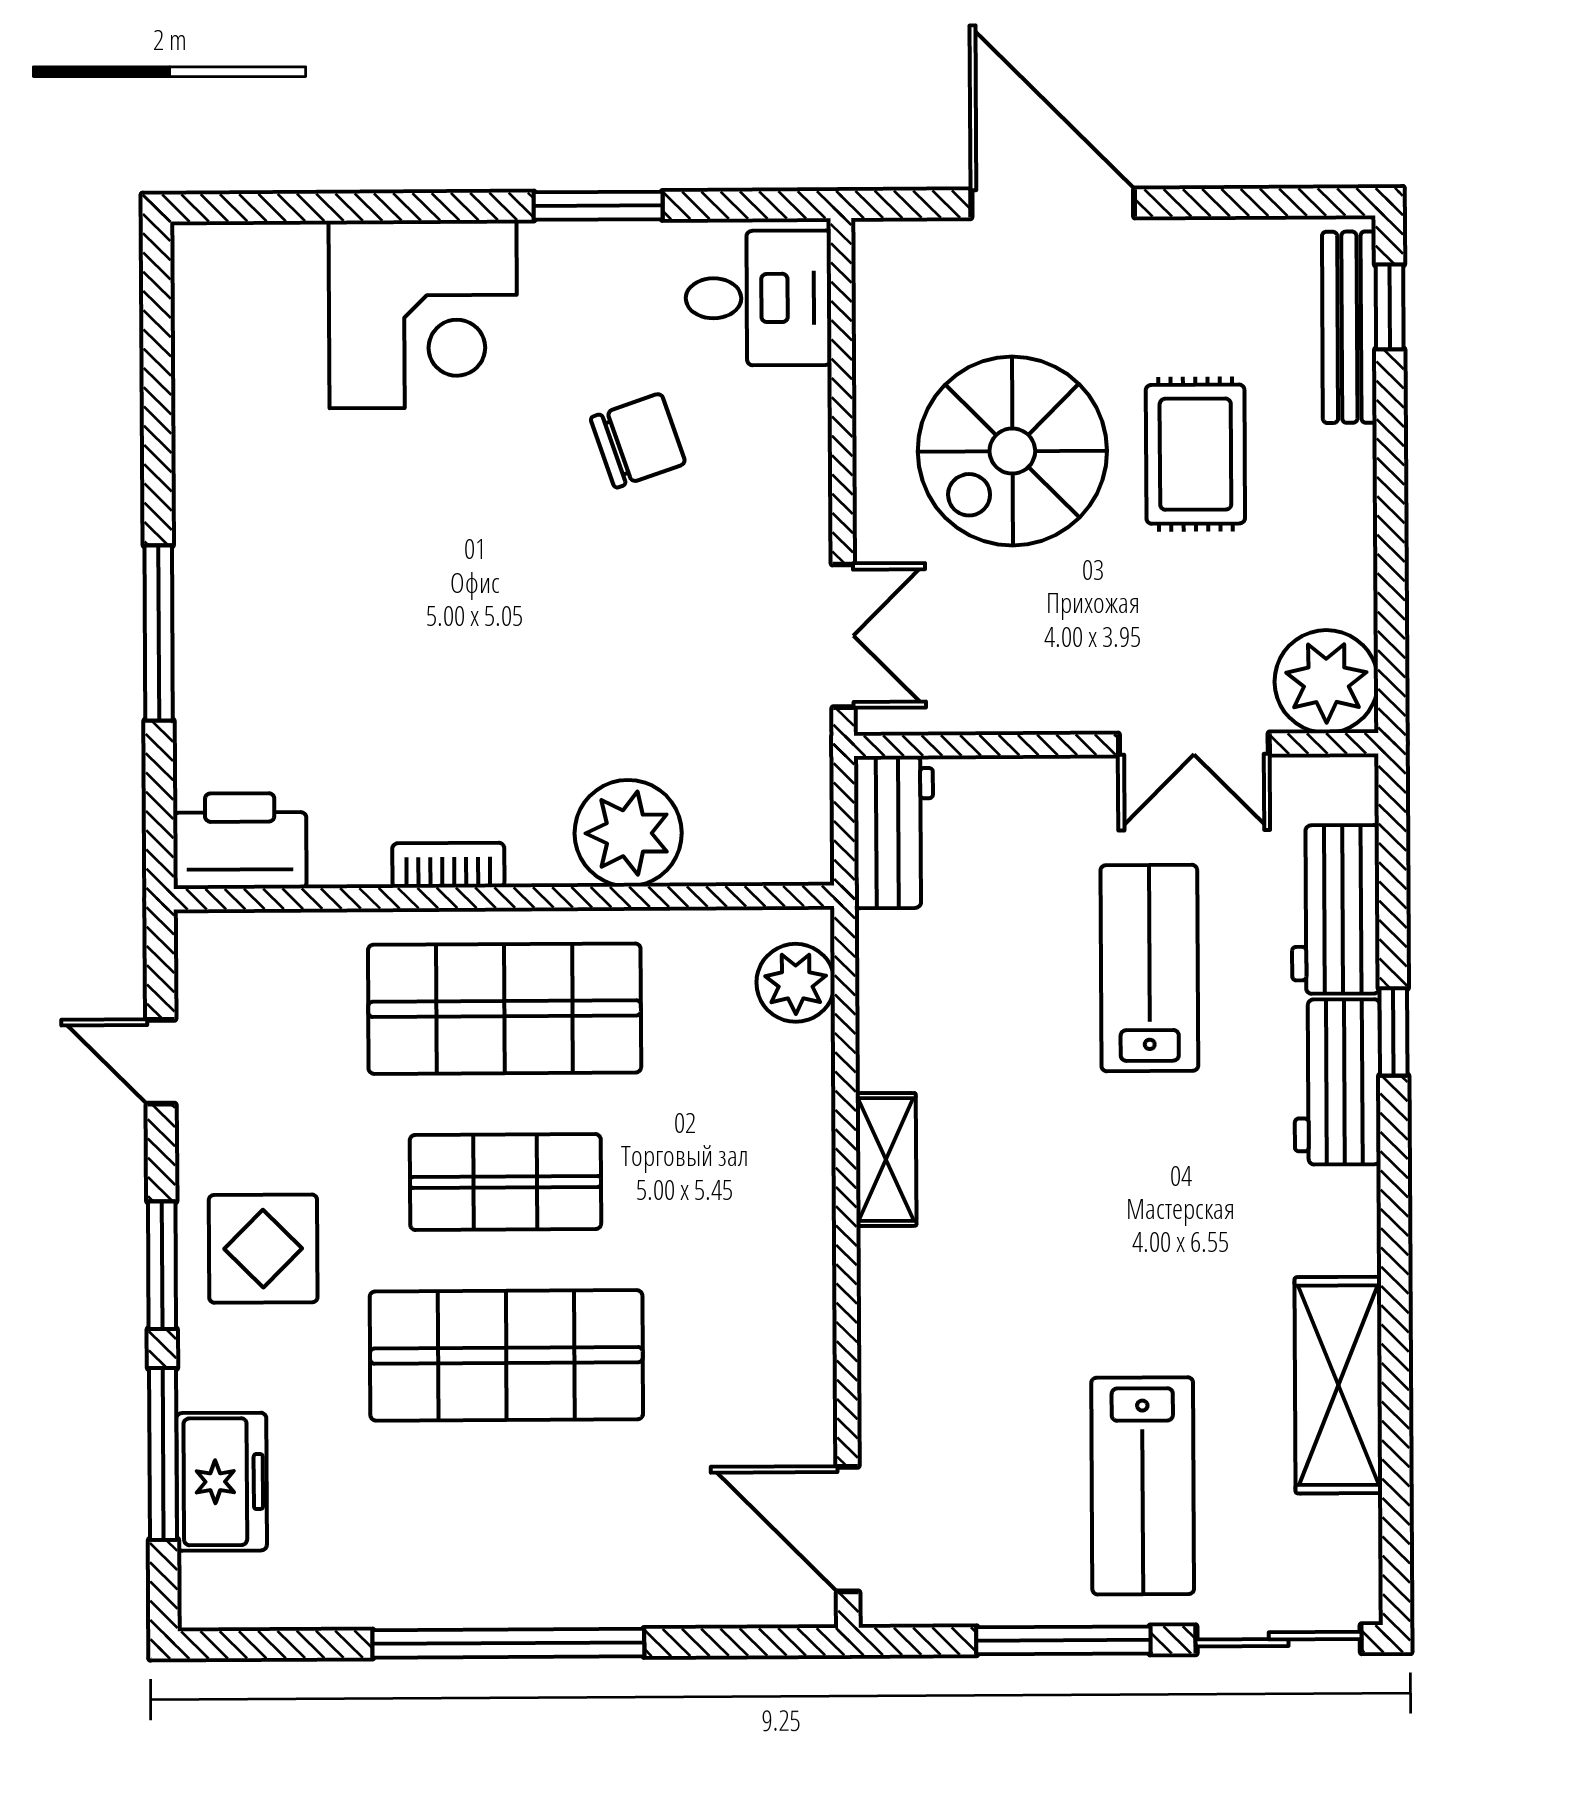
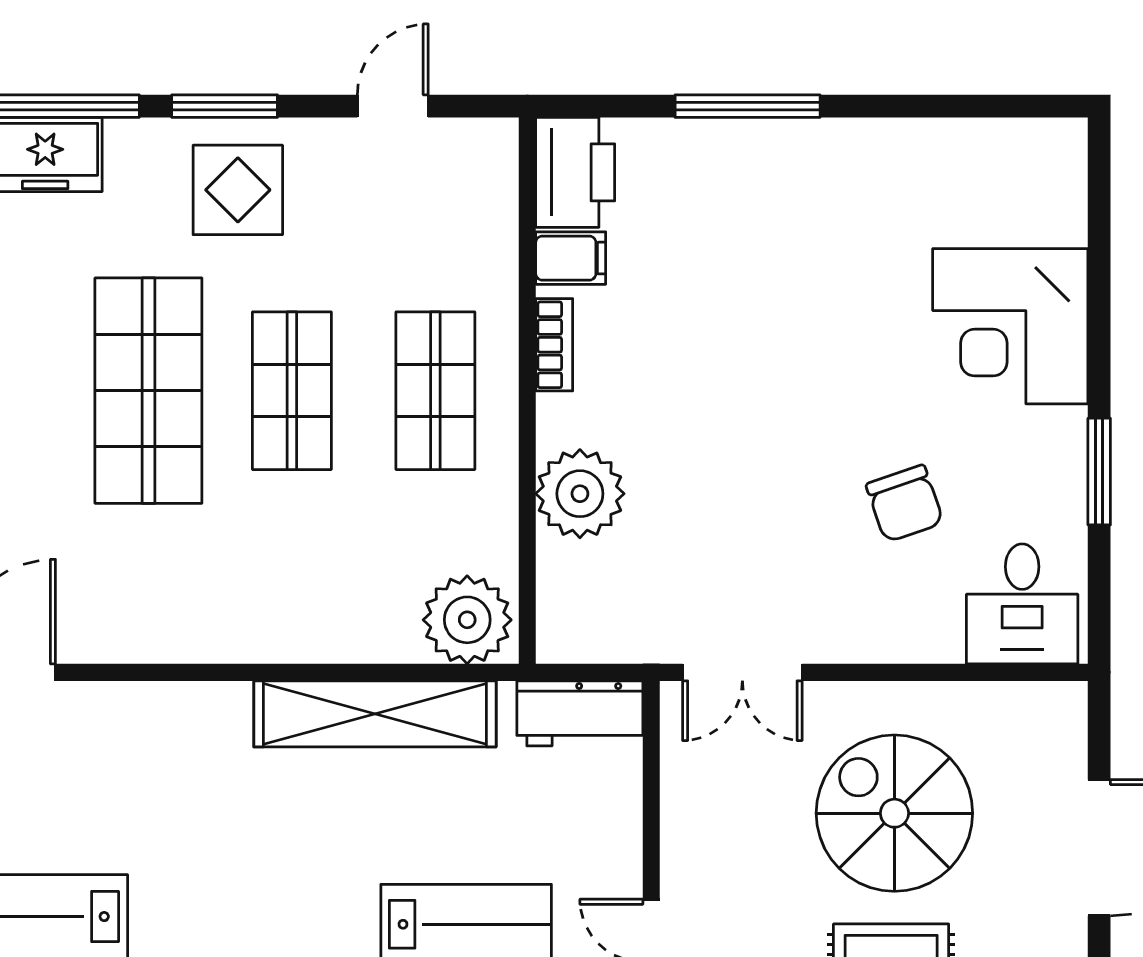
filing cabinet: (343, 846) -> (571, 258), added
plant: (796, 983) -> (467, 620), width x1.36, depth x1.36
shop shelf: (505, 1009) -> (435, 391), width x0.70, depth x0.74
shelving: (886, 1160) -> (375, 714), width x2.20, depth x1.33

